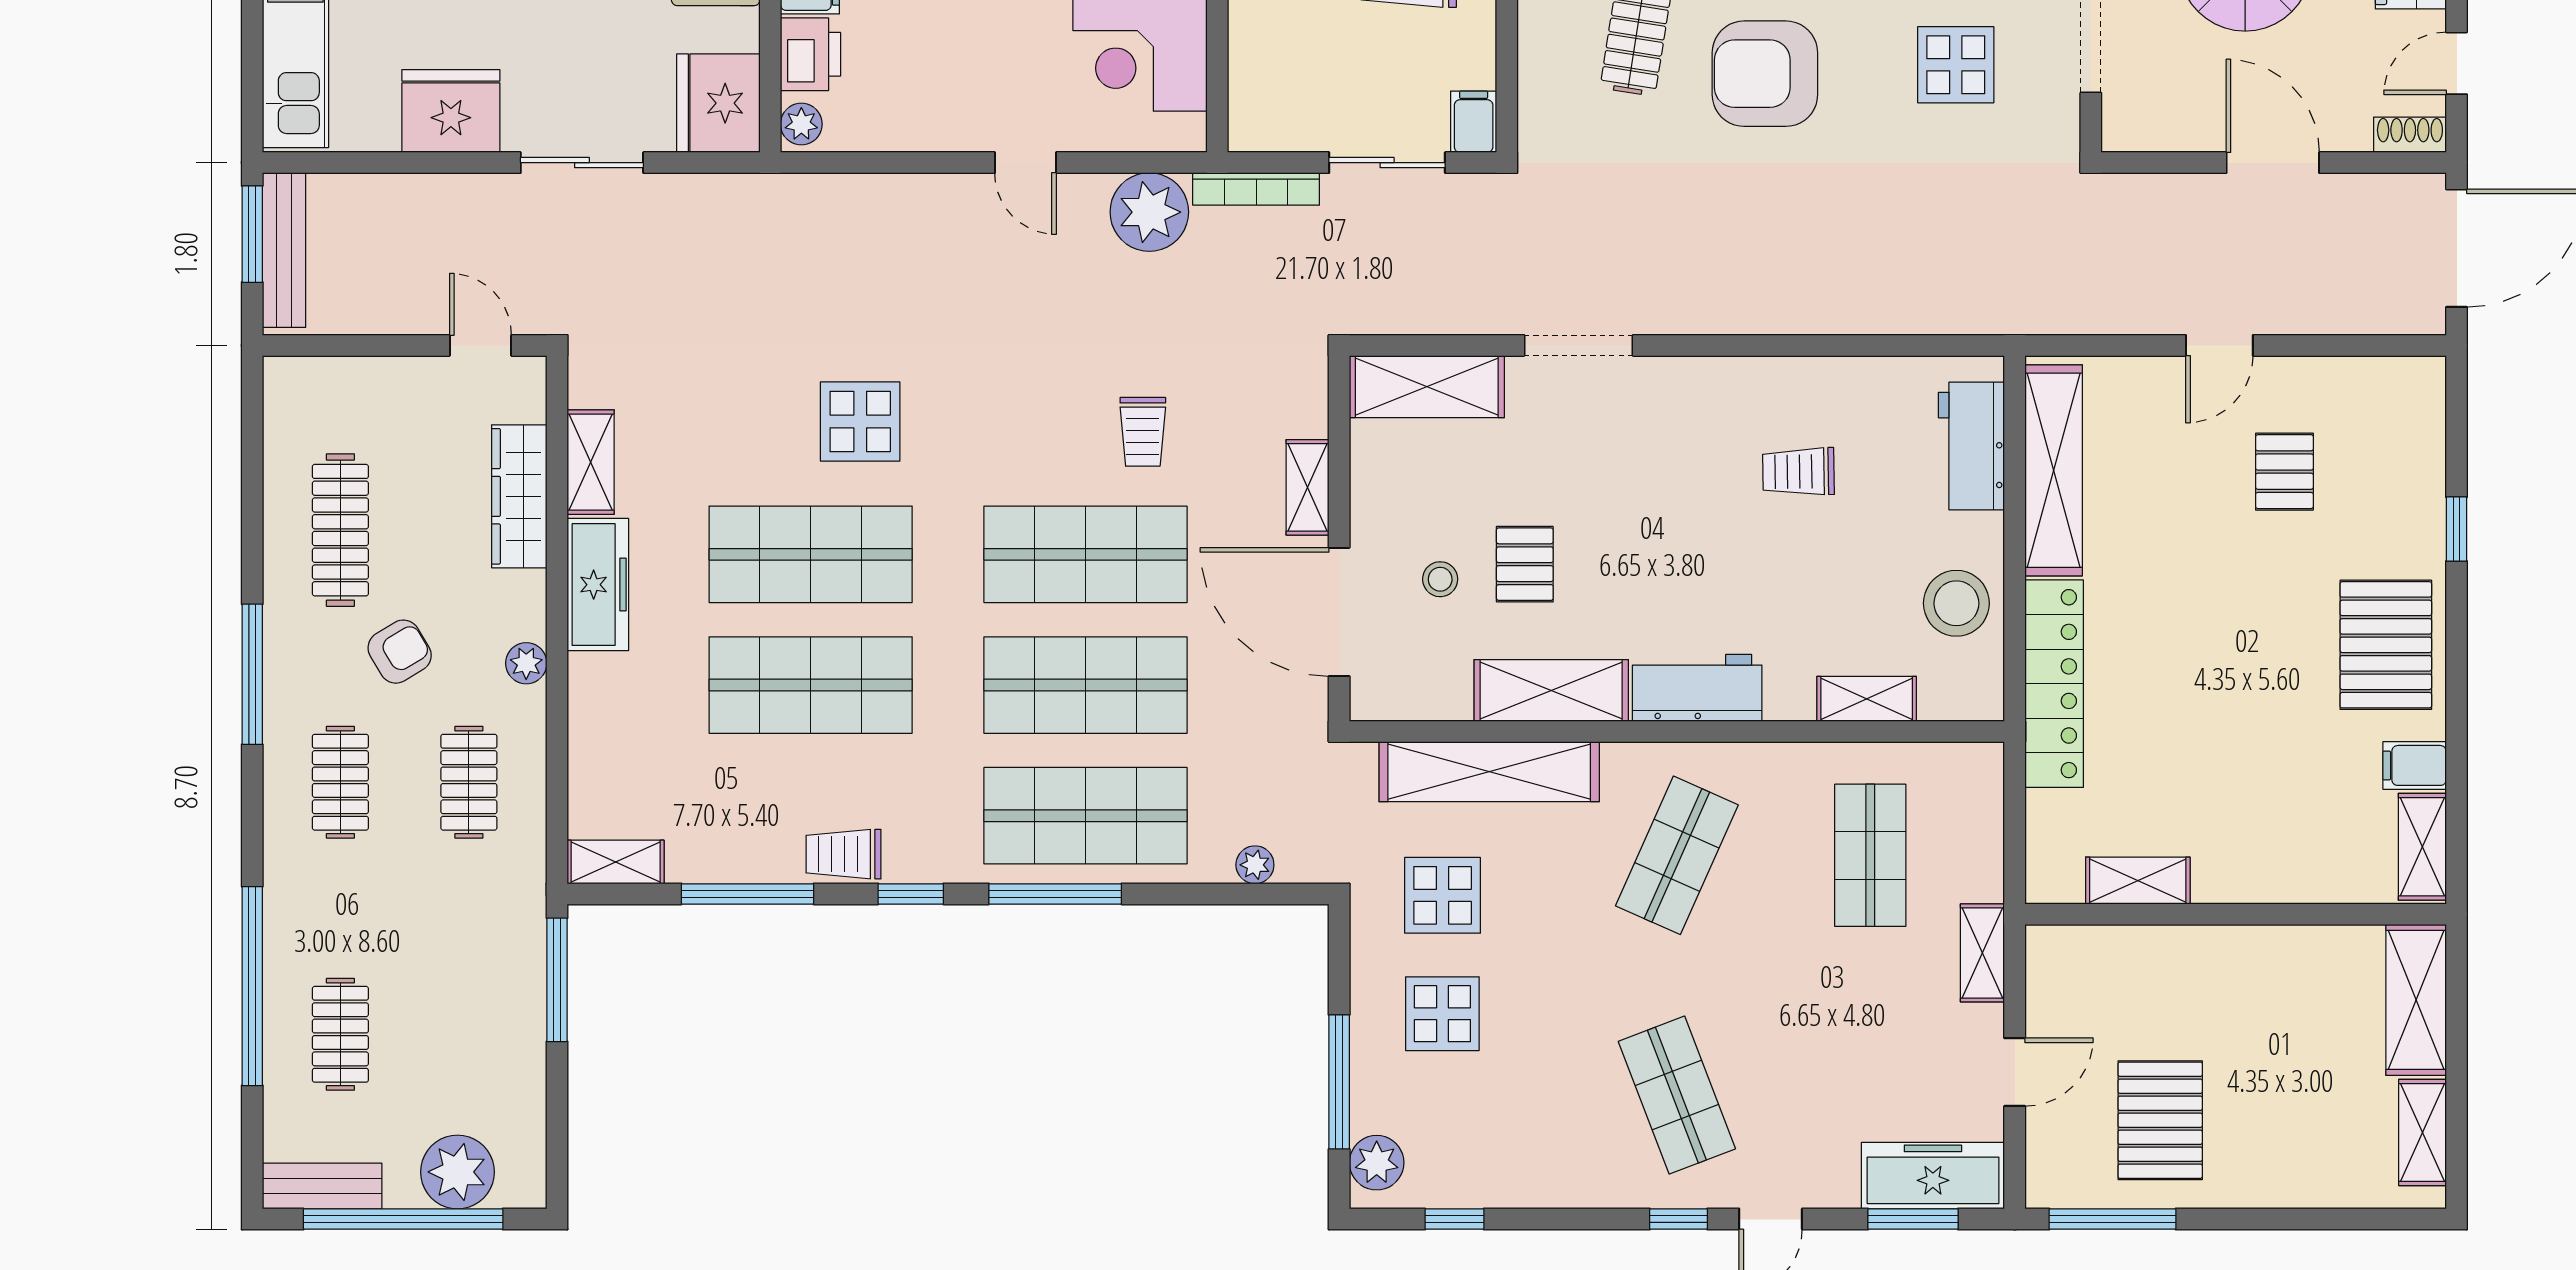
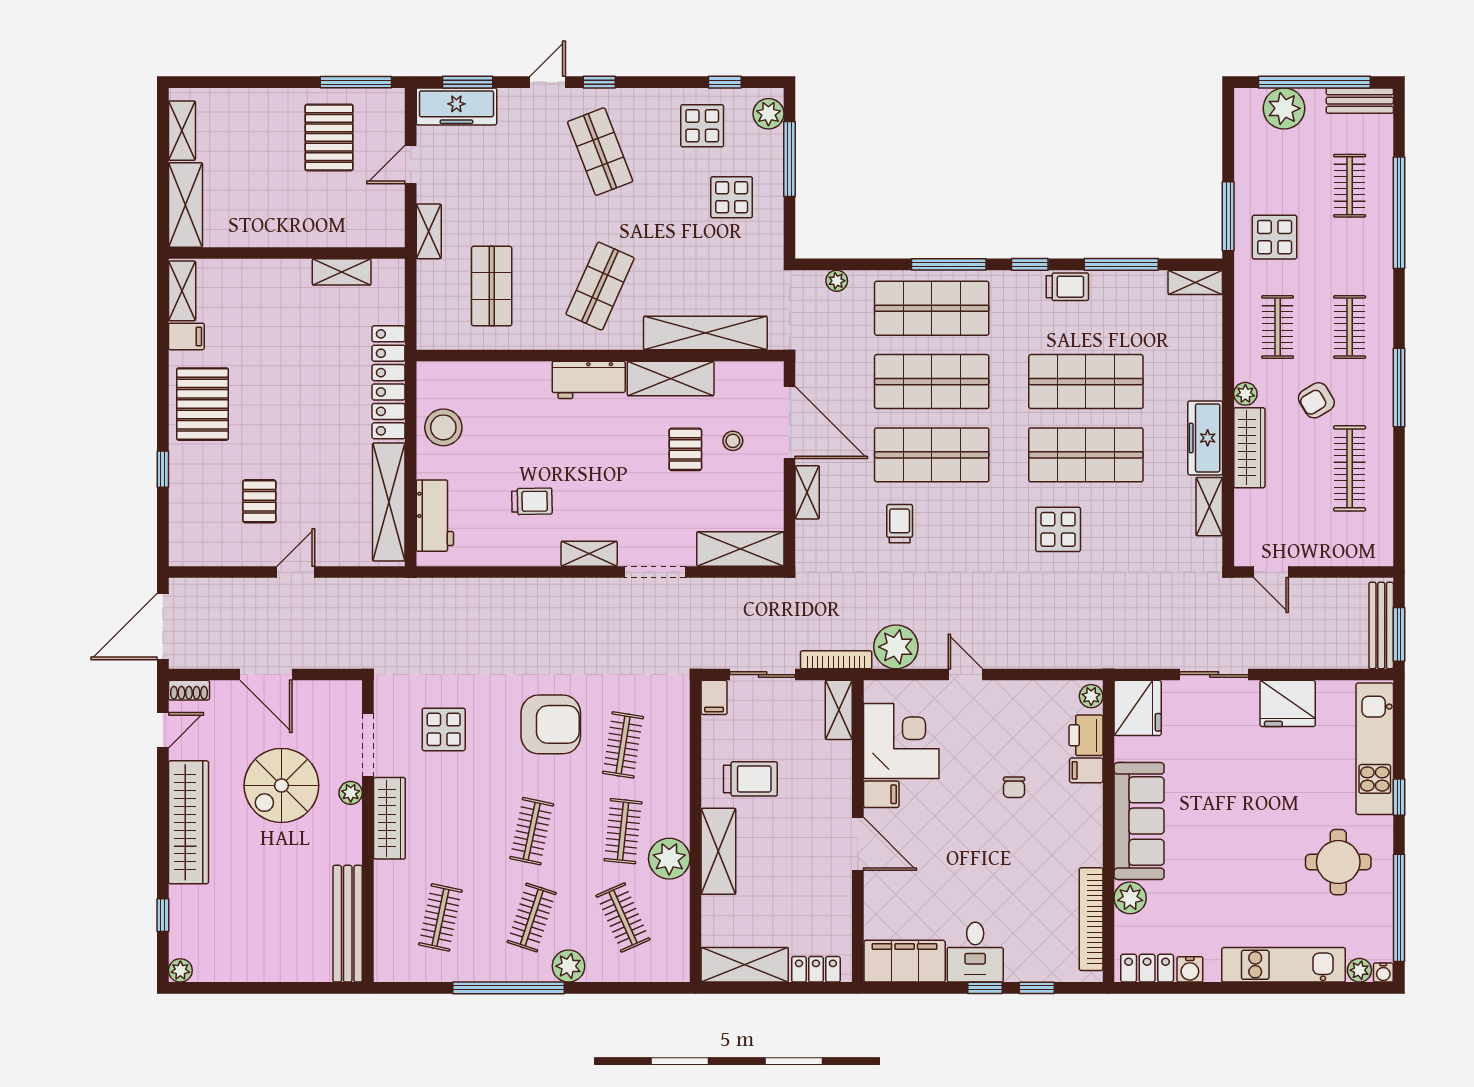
shelving: (1251, 100) -> (839, 710), added
wardrobe: (519, 496) -> (1249, 448), moved
shelving: (1867, 699) -> (589, 554), moved
display table: (1443, 895) -> (702, 126), moved
display table: (474, 943) -> (1275, 237), added

